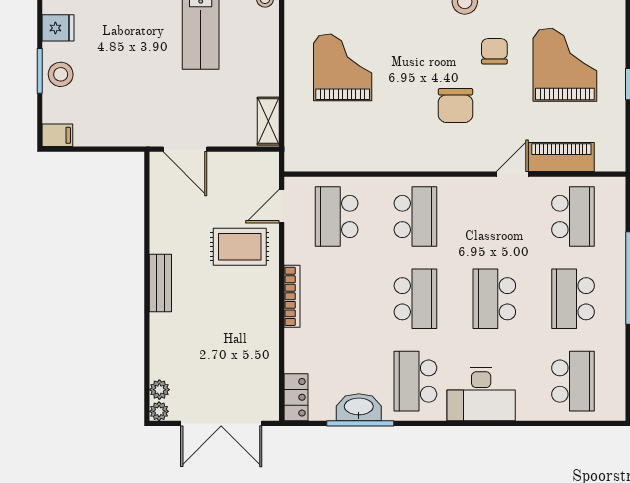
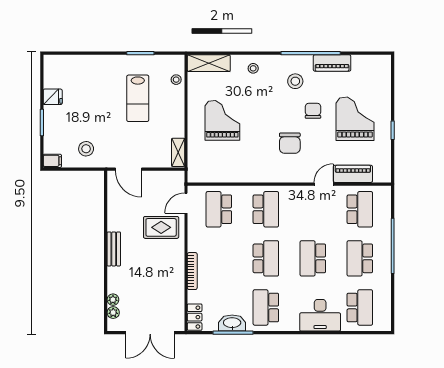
stool: (61, 74) -> (86, 149), moved
bookcase: (292, 296) -> (192, 271), moved
desk: (481, 394) -> (320, 315), moved
plant: (159, 411) -> (113, 300), moved

